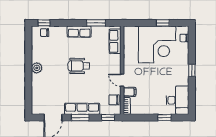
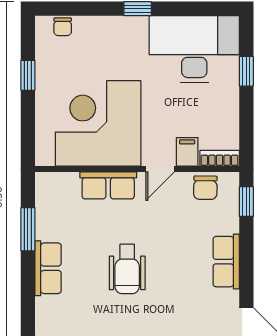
row of seats: (115, 41) -> (108, 185), moved
corner desk: (157, 44) -> (98, 123), moved, turned -90
desk: (178, 100) -> (194, 49), width x1.36, depth x1.30
row of seats: (82, 109) -> (226, 262), width x0.68
window: (80, 118) -> (246, 266), removed

